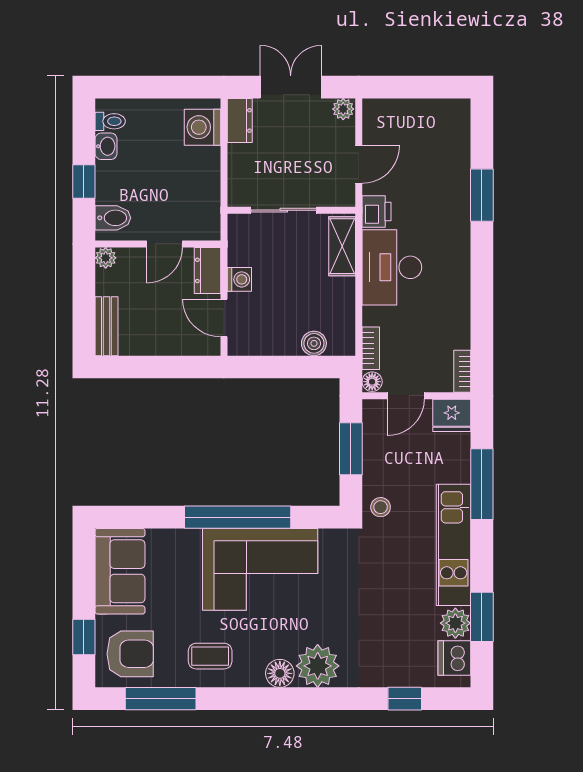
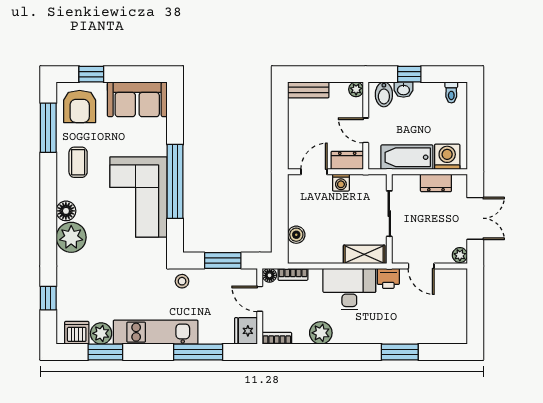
dresser: (240, 120) -> (436, 183), moved
washbasin: (106, 146) -> (403, 90), moved
bathtub: (203, 185) -> (407, 157), added
plant: (455, 308) -> (321, 333), added

